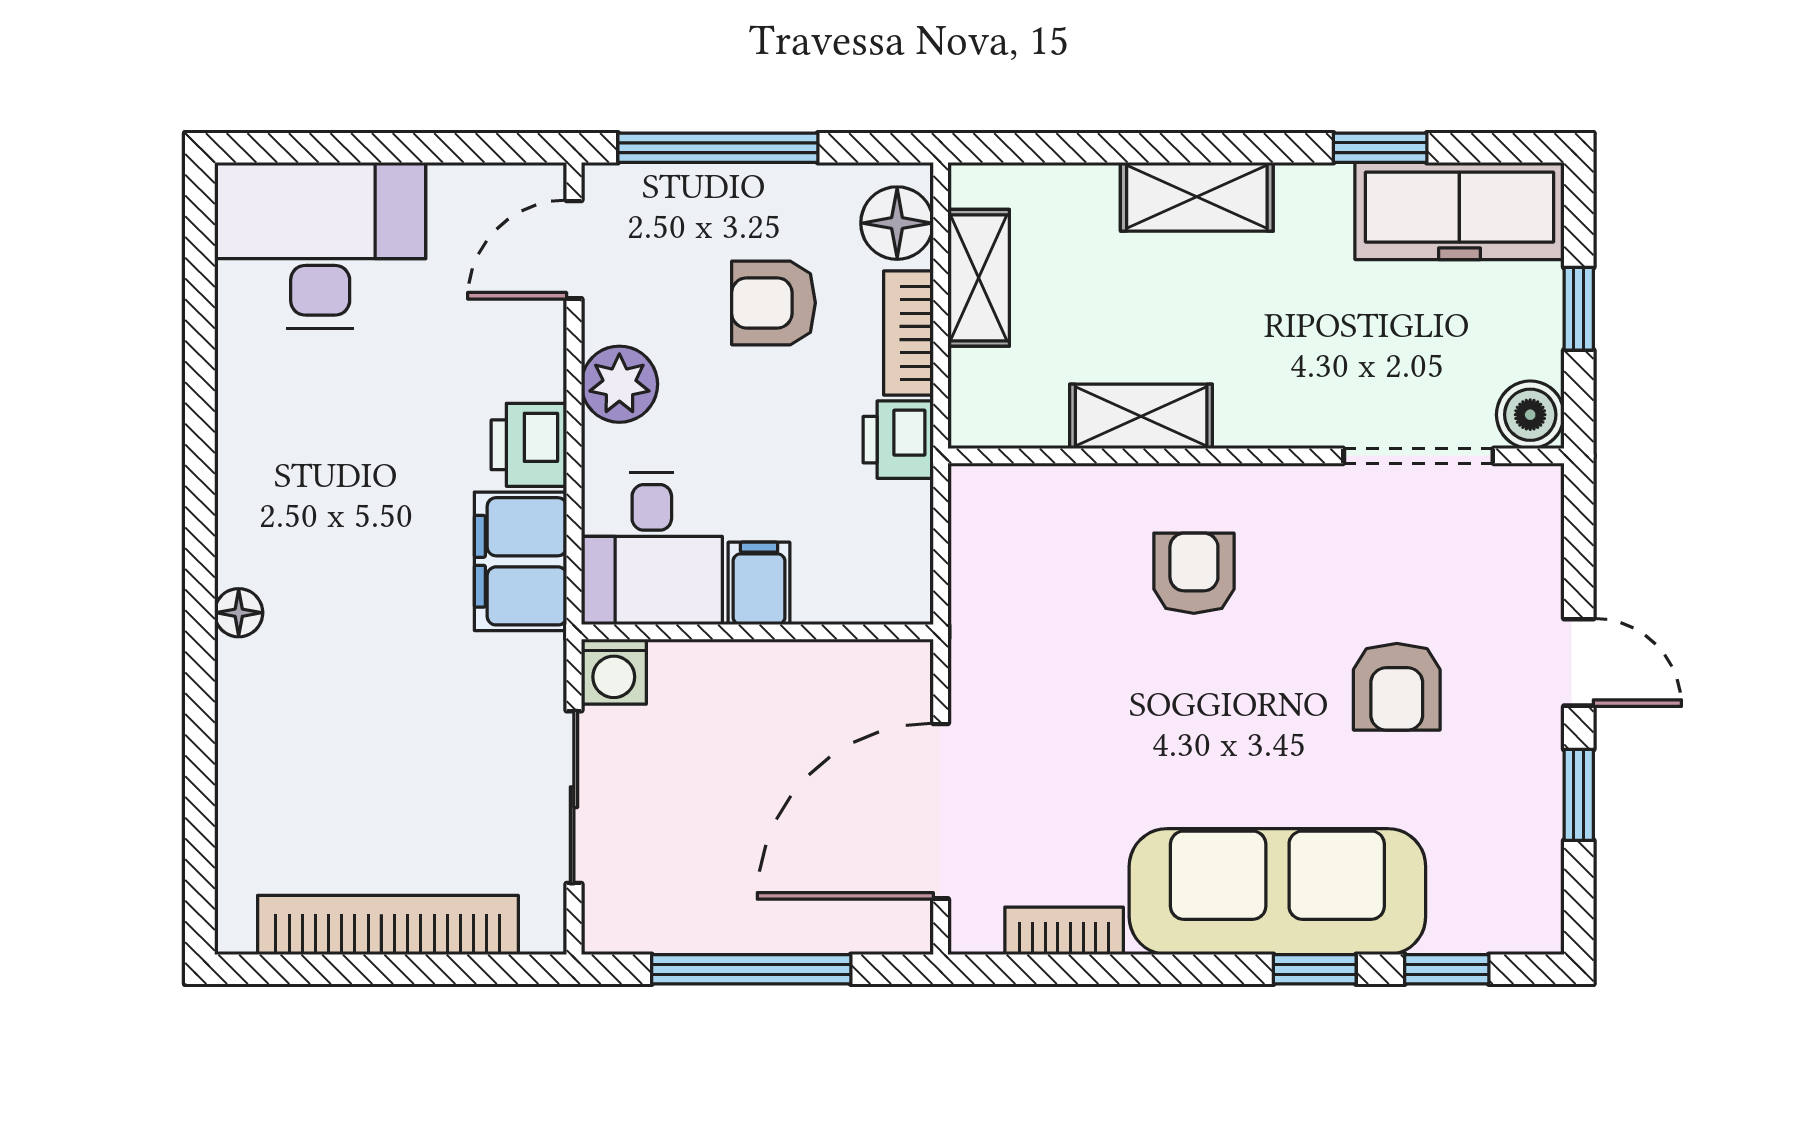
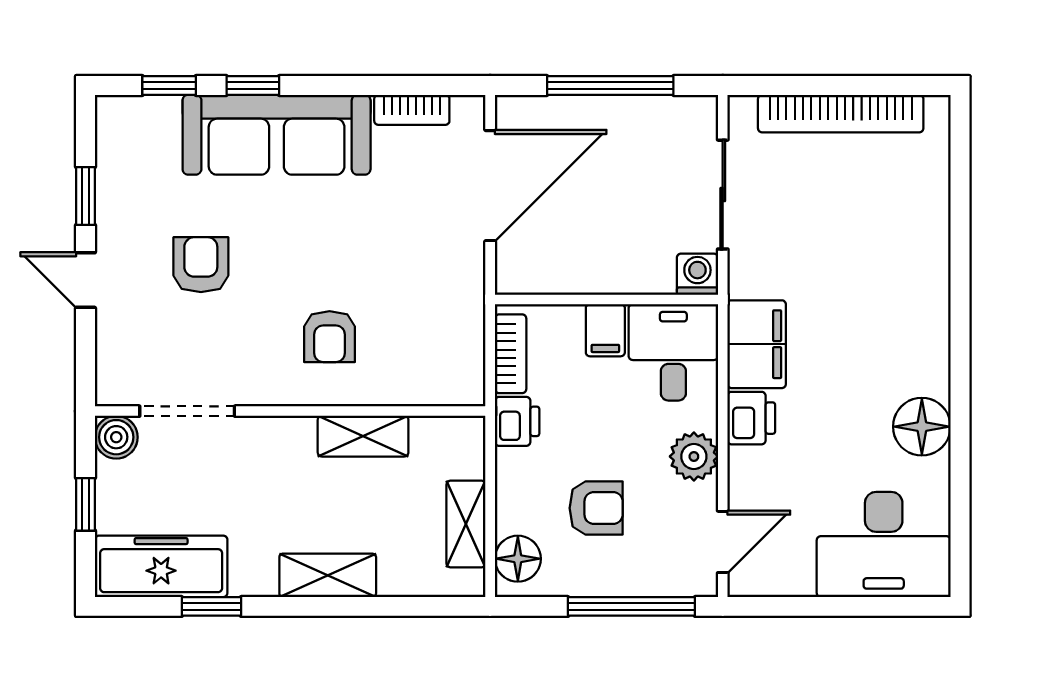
bookcase: (908, 333) -> (511, 354), moved
floor lamp: (239, 613) -> (922, 427), moved, width x1.89, depth x1.89

